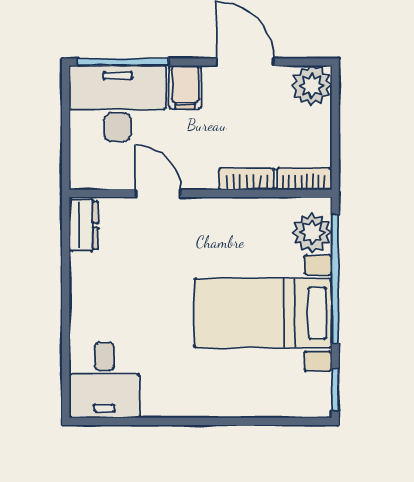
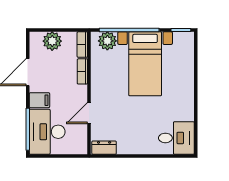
plant: (312, 86) -> (52, 41), moved

